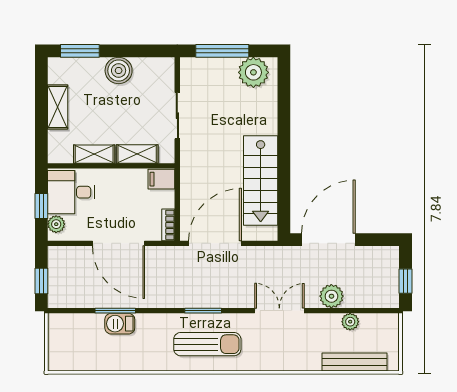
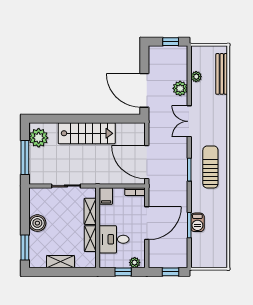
stairs: (261, 181) -> (87, 133), moved
desk: (71, 192) -> (114, 239), moved, turned 90

